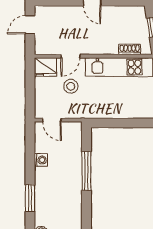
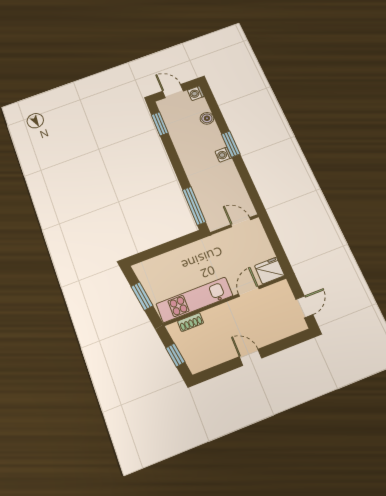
stool: (71, 86) -> (236, 262), removed
washing machine: (41, 160) -> (223, 155), moved
window: (86, 171) -> (194, 206), moved

